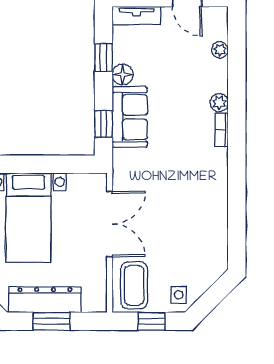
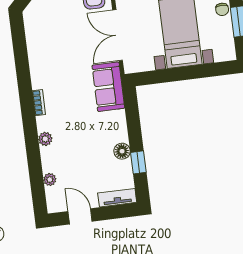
sofa: (130, 117) -> (108, 87), moved
window: (104, 124) -> (132, 111), removed
bookcase: (222, 130) -> (39, 103), moved

